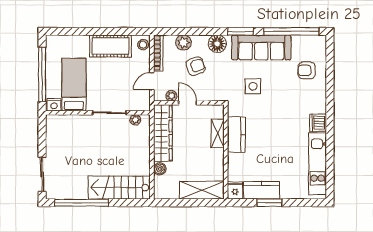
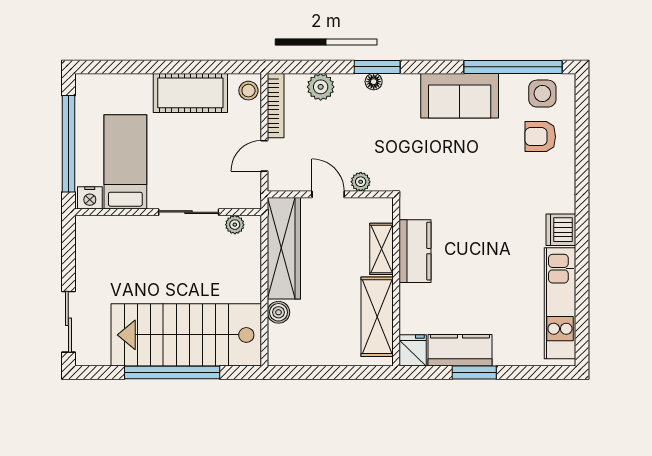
window: (241, 31) -> (377, 67), moved
floor lamp: (217, 44) -> (374, 82), width x0.53, depth x0.53
sofa: (261, 47) -> (460, 96), width x0.73
armchair: (196, 66) -> (342, 129), removed
side table: (253, 86) -> (542, 94), moved
plant: (171, 96) -> (361, 182), moved
stairs: (119, 188) -> (186, 335), width x1.36, depth x1.51
shelving: (202, 190) -> (377, 317), moved, turned 90
window: (82, 203) -> (172, 373), moved

